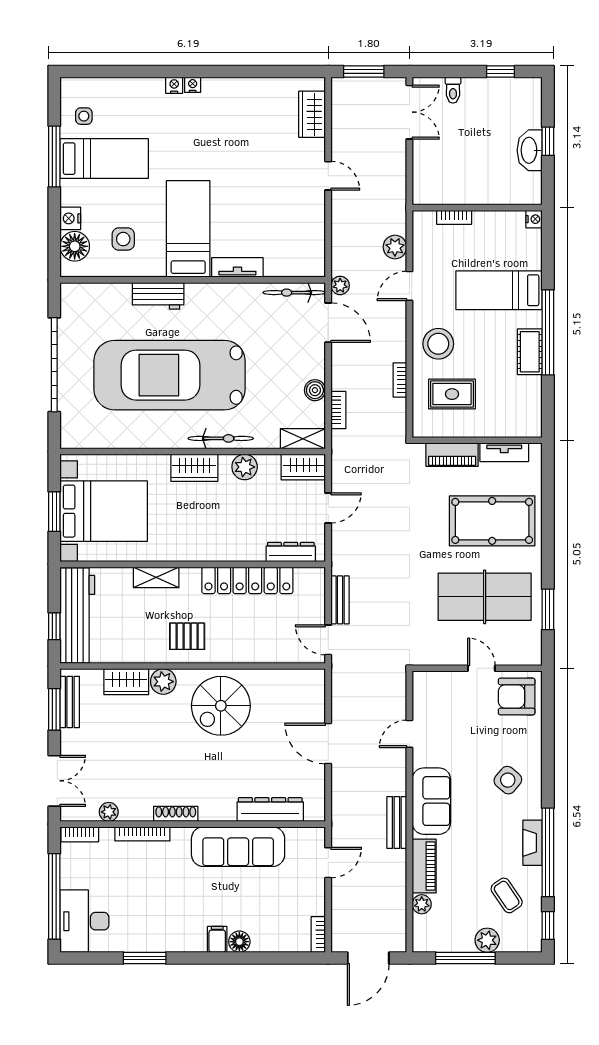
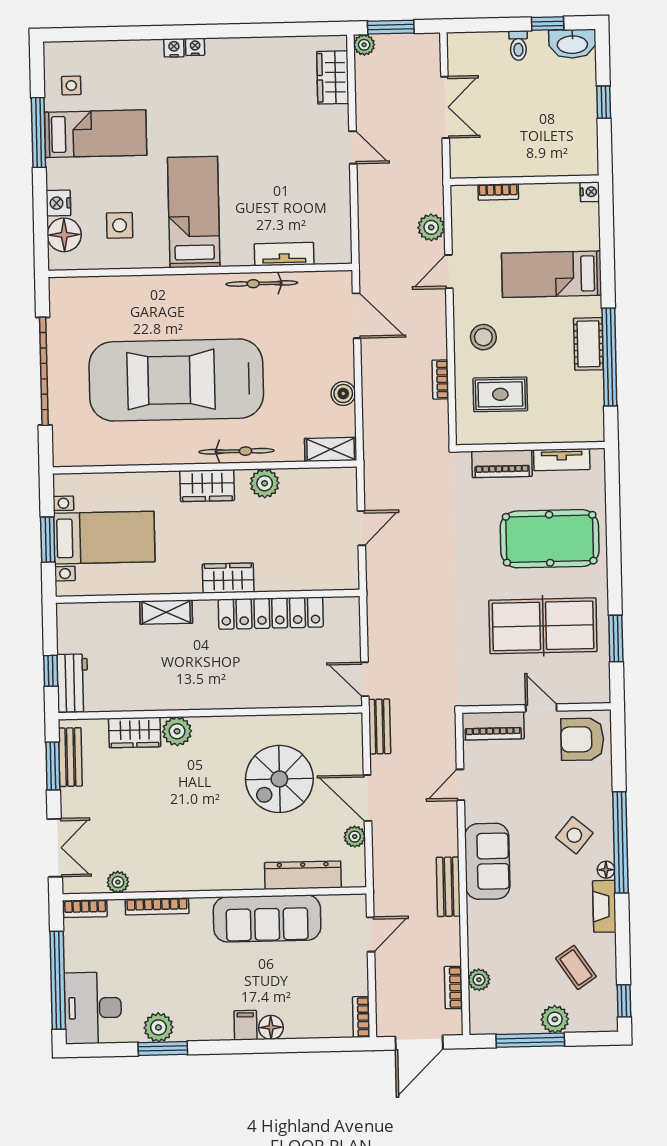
toilet: (453, 90) -> (518, 46), moved
double door: (409, 112) -> (445, 107), moved
washbasin: (530, 150) -> (572, 44), moved, turned -90
tv unit: (237, 267) -> (284, 254), moved
plant: (340, 285) -> (364, 45), moved
bicycle: (294, 293) -> (262, 283), moved
workbench: (158, 296) -> (161, 290), removed
window: (548, 332) -> (609, 357), moved
stool: (438, 344) -> (483, 337), width x0.73, depth x0.73
bookcase: (338, 410) -> (453, 987), moved, turned 180
wardrobe: (303, 467) -> (228, 578), moved, turned 180
bed with nightstands: (104, 511) -> (104, 538), width x0.73
dresser: (291, 552) -> (320, 580), removed
bench: (340, 600) -> (380, 727), moved
workbench: (77, 615) -> (72, 683), width x0.53, depth x0.76
pallet: (187, 636) -> (203, 679), removed
spiral stairs: (221, 706) -> (279, 779), moved
plant: (316, 777) -> (355, 837), added
floor lamp: (535, 811) -> (606, 870), added
shoe rack: (176, 814) -> (195, 883), removed
window: (548, 852) -> (620, 842), moved
piano: (424, 866) -> (493, 726), moved, turned 90
plant: (141, 940) -> (158, 1027), added

